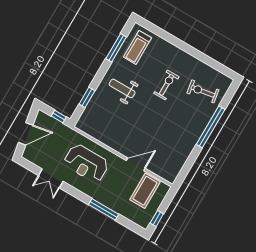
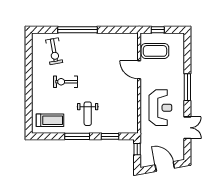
window: (116, 48) -> (77, 136), moved
window: (104, 209) -> (187, 87), moved
window: (157, 218) -> (158, 30), moved

